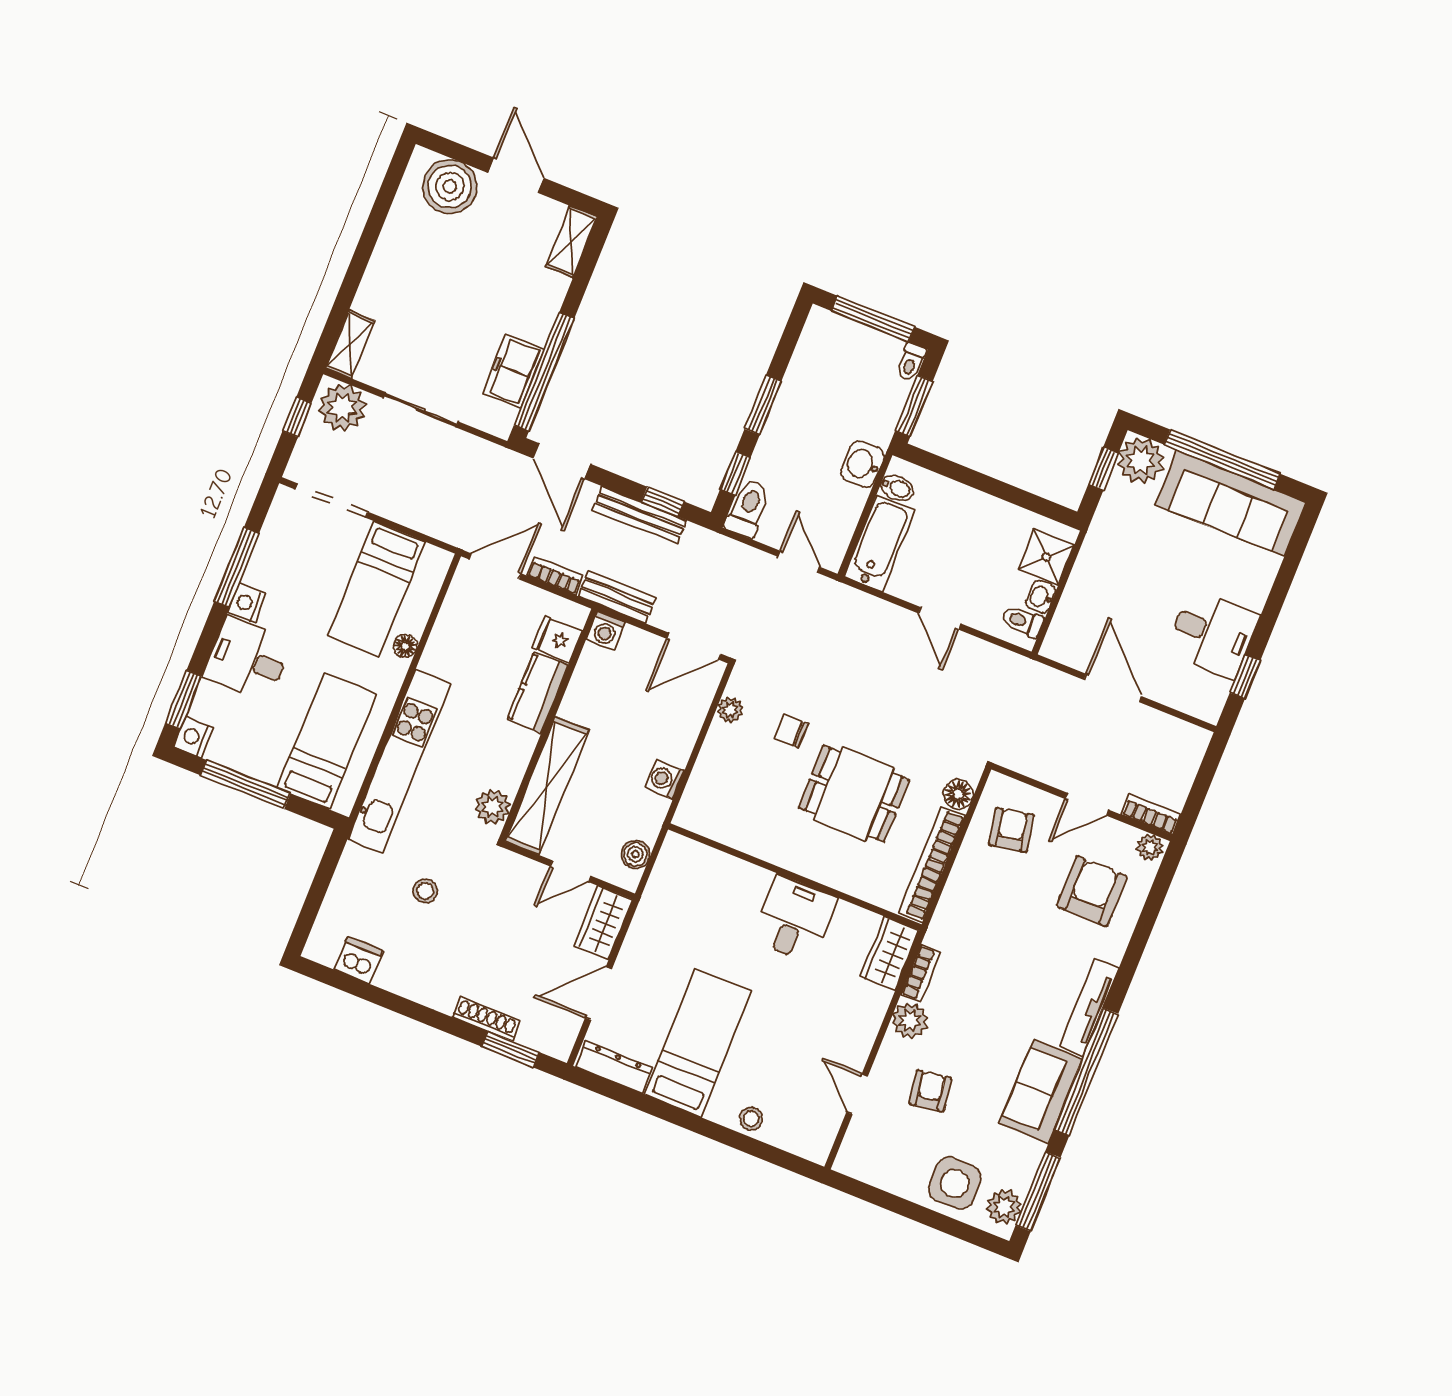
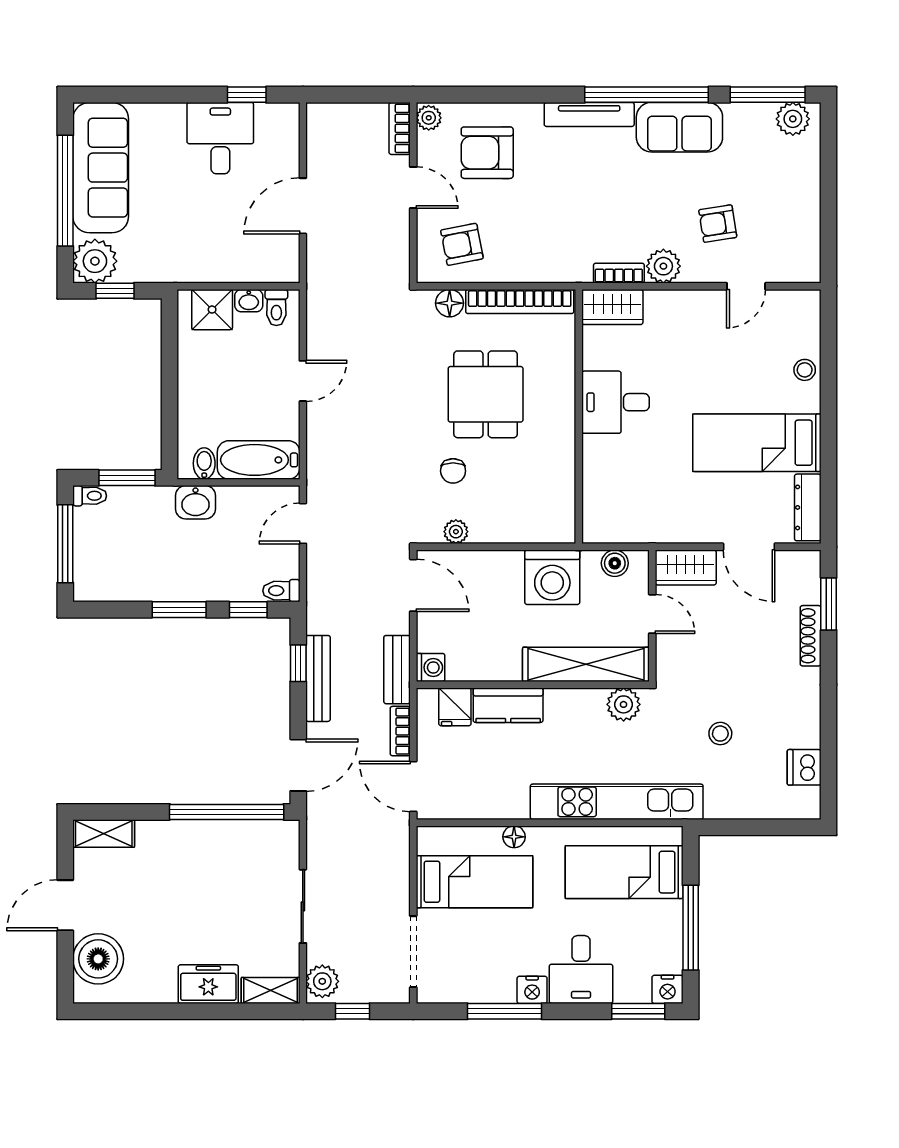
freezer: (513, 371) -> (208, 984), moved, turned 180
plant: (342, 407) -> (322, 981), width x0.73, depth x0.73
toilet: (748, 508) -> (281, 591), width x0.73, depth x0.72
washing machine: (664, 779) -> (552, 577), width x1.89, depth x1.89
side table: (955, 1183) -> (790, 170), removed

